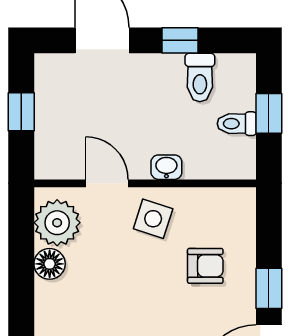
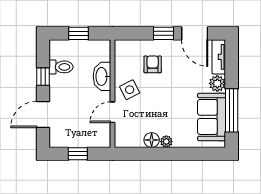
toilet: (237, 124) -> (84, 49), removed
washbasin: (166, 167) -> (102, 76), width x1.91, depth x1.45
side table: (153, 219) -> (130, 90), turned 45
plant: (57, 223) -> (166, 142), moved, width x0.53, depth x0.53

